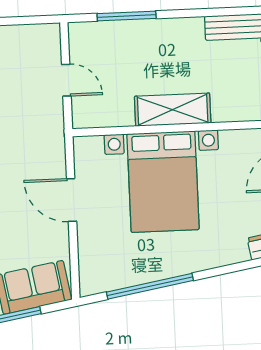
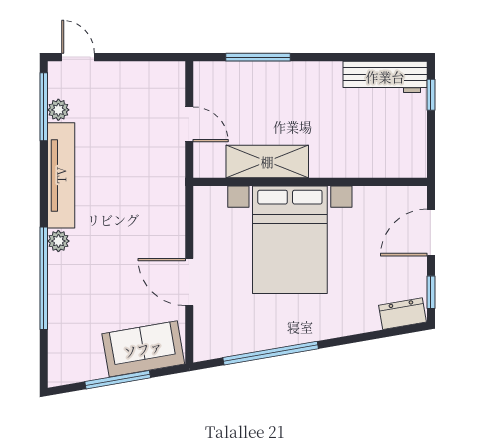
shelving: (173, 110) -> (267, 162), moved
door: (72, 200) -> (189, 282), moved

